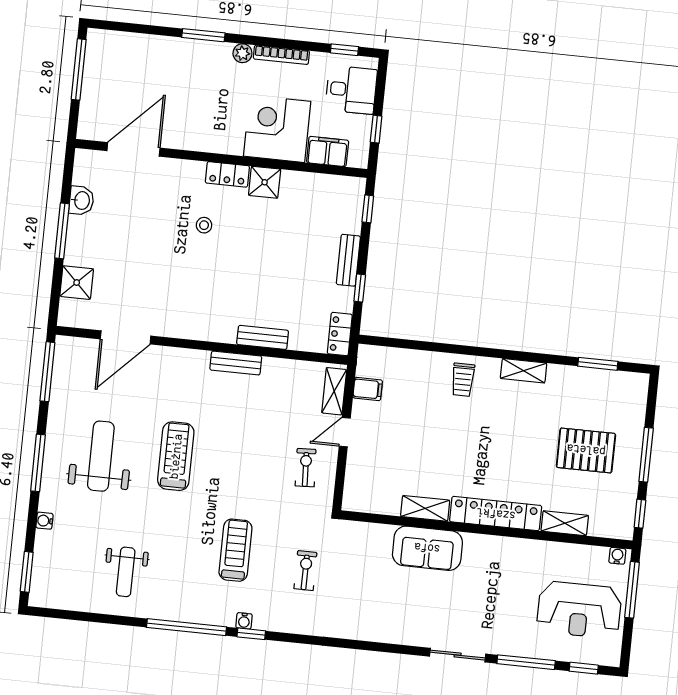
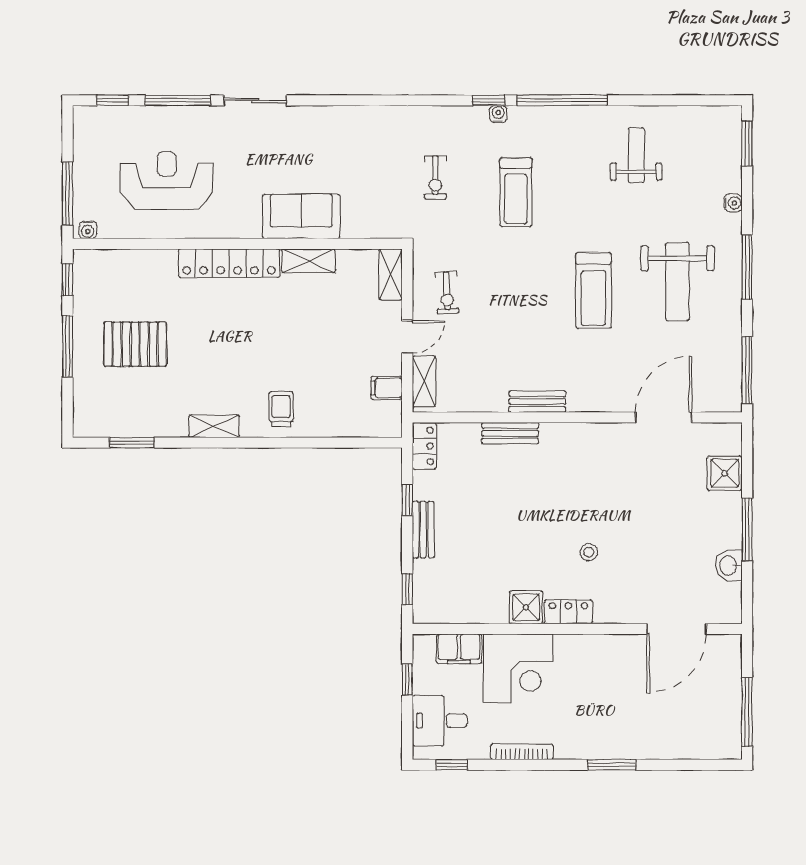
plant: (242, 53) -> (566, 749), removed
shelving: (565, 523) -> (391, 274), moved, turned 90
reception desk: (579, 610) -> (167, 181), moved

